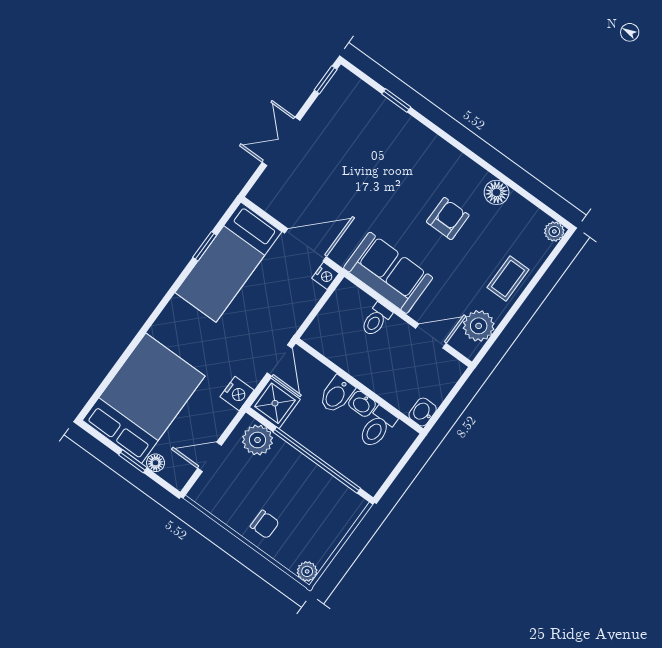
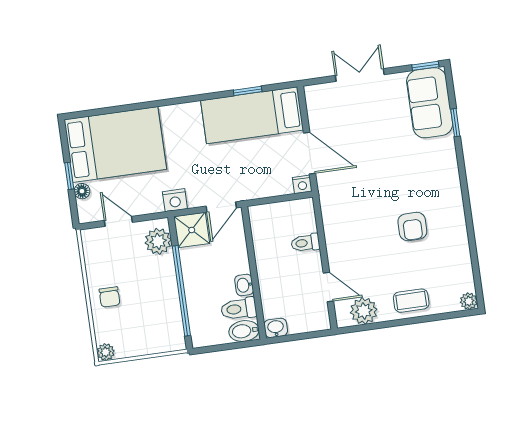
floor lamp: (497, 192) -> (458, 241), removed
armchair: (448, 219) -> (412, 227), turned 90
sofa: (388, 273) -> (430, 103), moved, turned 180
bidet: (336, 395) -> (244, 331), moved

